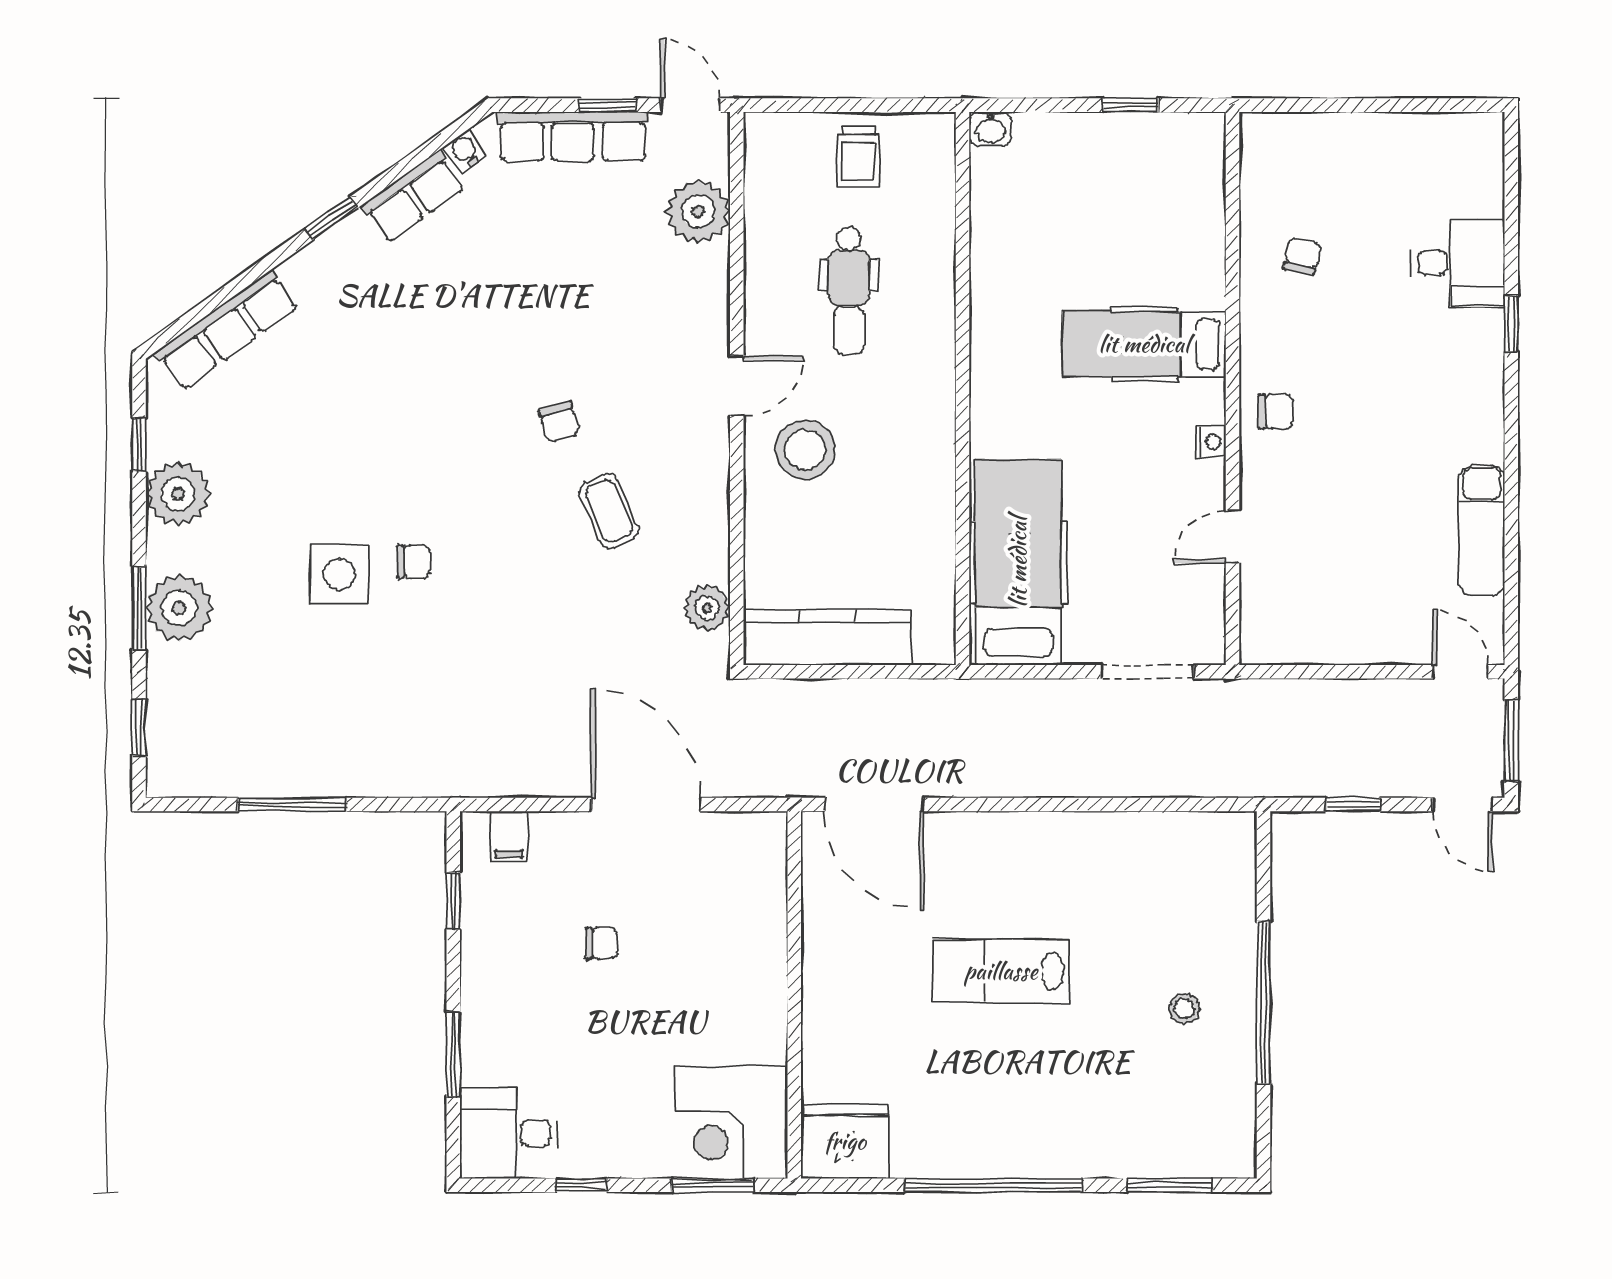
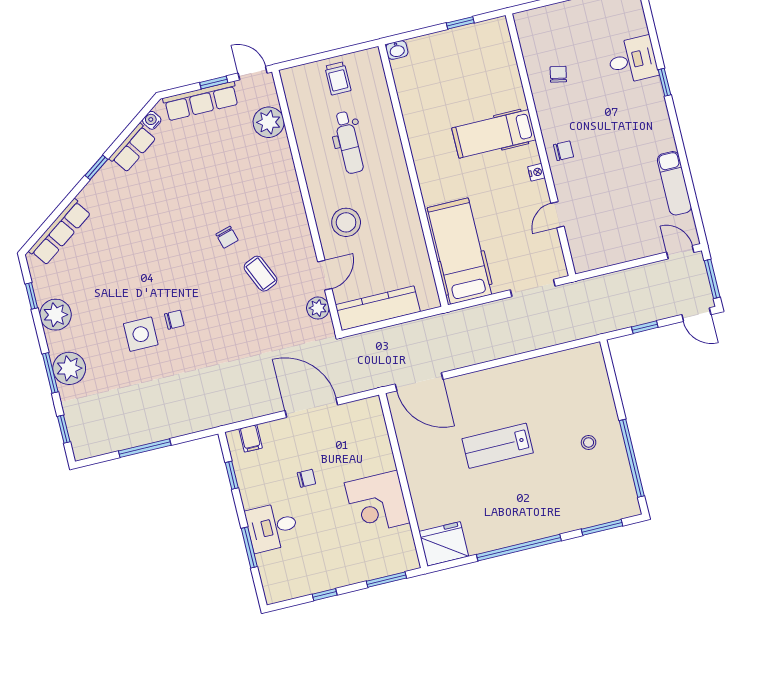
door: (737, 386) -> (325, 275), moved
window: (1263, 1002) -> (632, 458), moved
corner desk: (731, 1122) -> (377, 503), moved
desk: (509, 1133) -> (272, 527), moved

